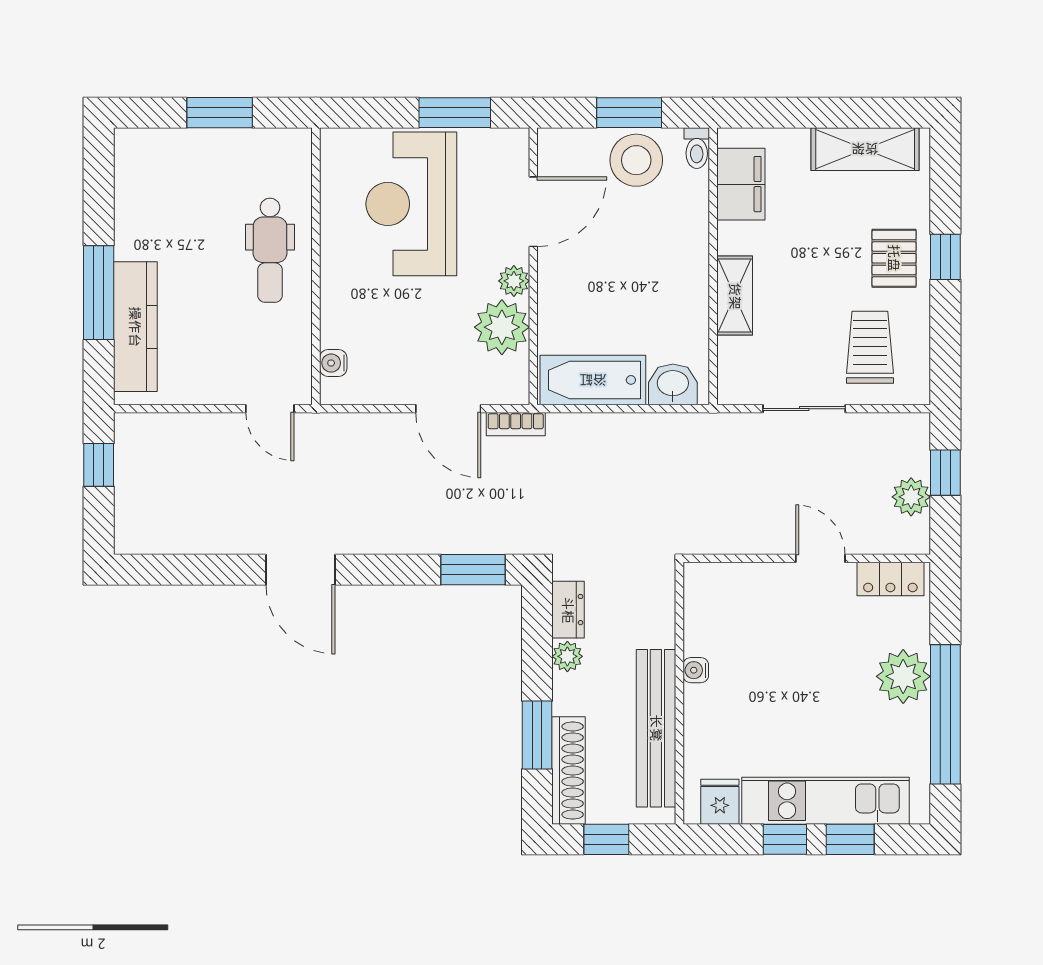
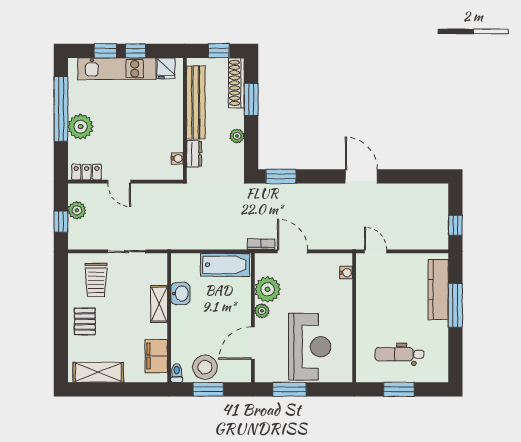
dental chair: (270, 250) -> (399, 354), moved, turned -90
window: (945, 257) -> (61, 322), removed
washbasin: (673, 384) -> (180, 294), moved, turned -90
dresser: (568, 610) -> (194, 154), moved, turned 180
water cooler: (696, 670) -> (177, 158), moved

